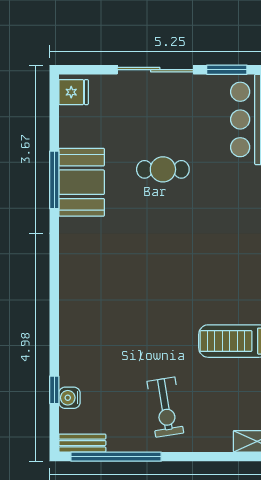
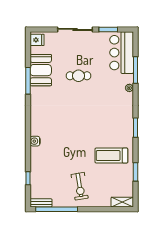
booth: (82, 182) -> (41, 70), moved
water cooler: (69, 398) -> (35, 141), moved

